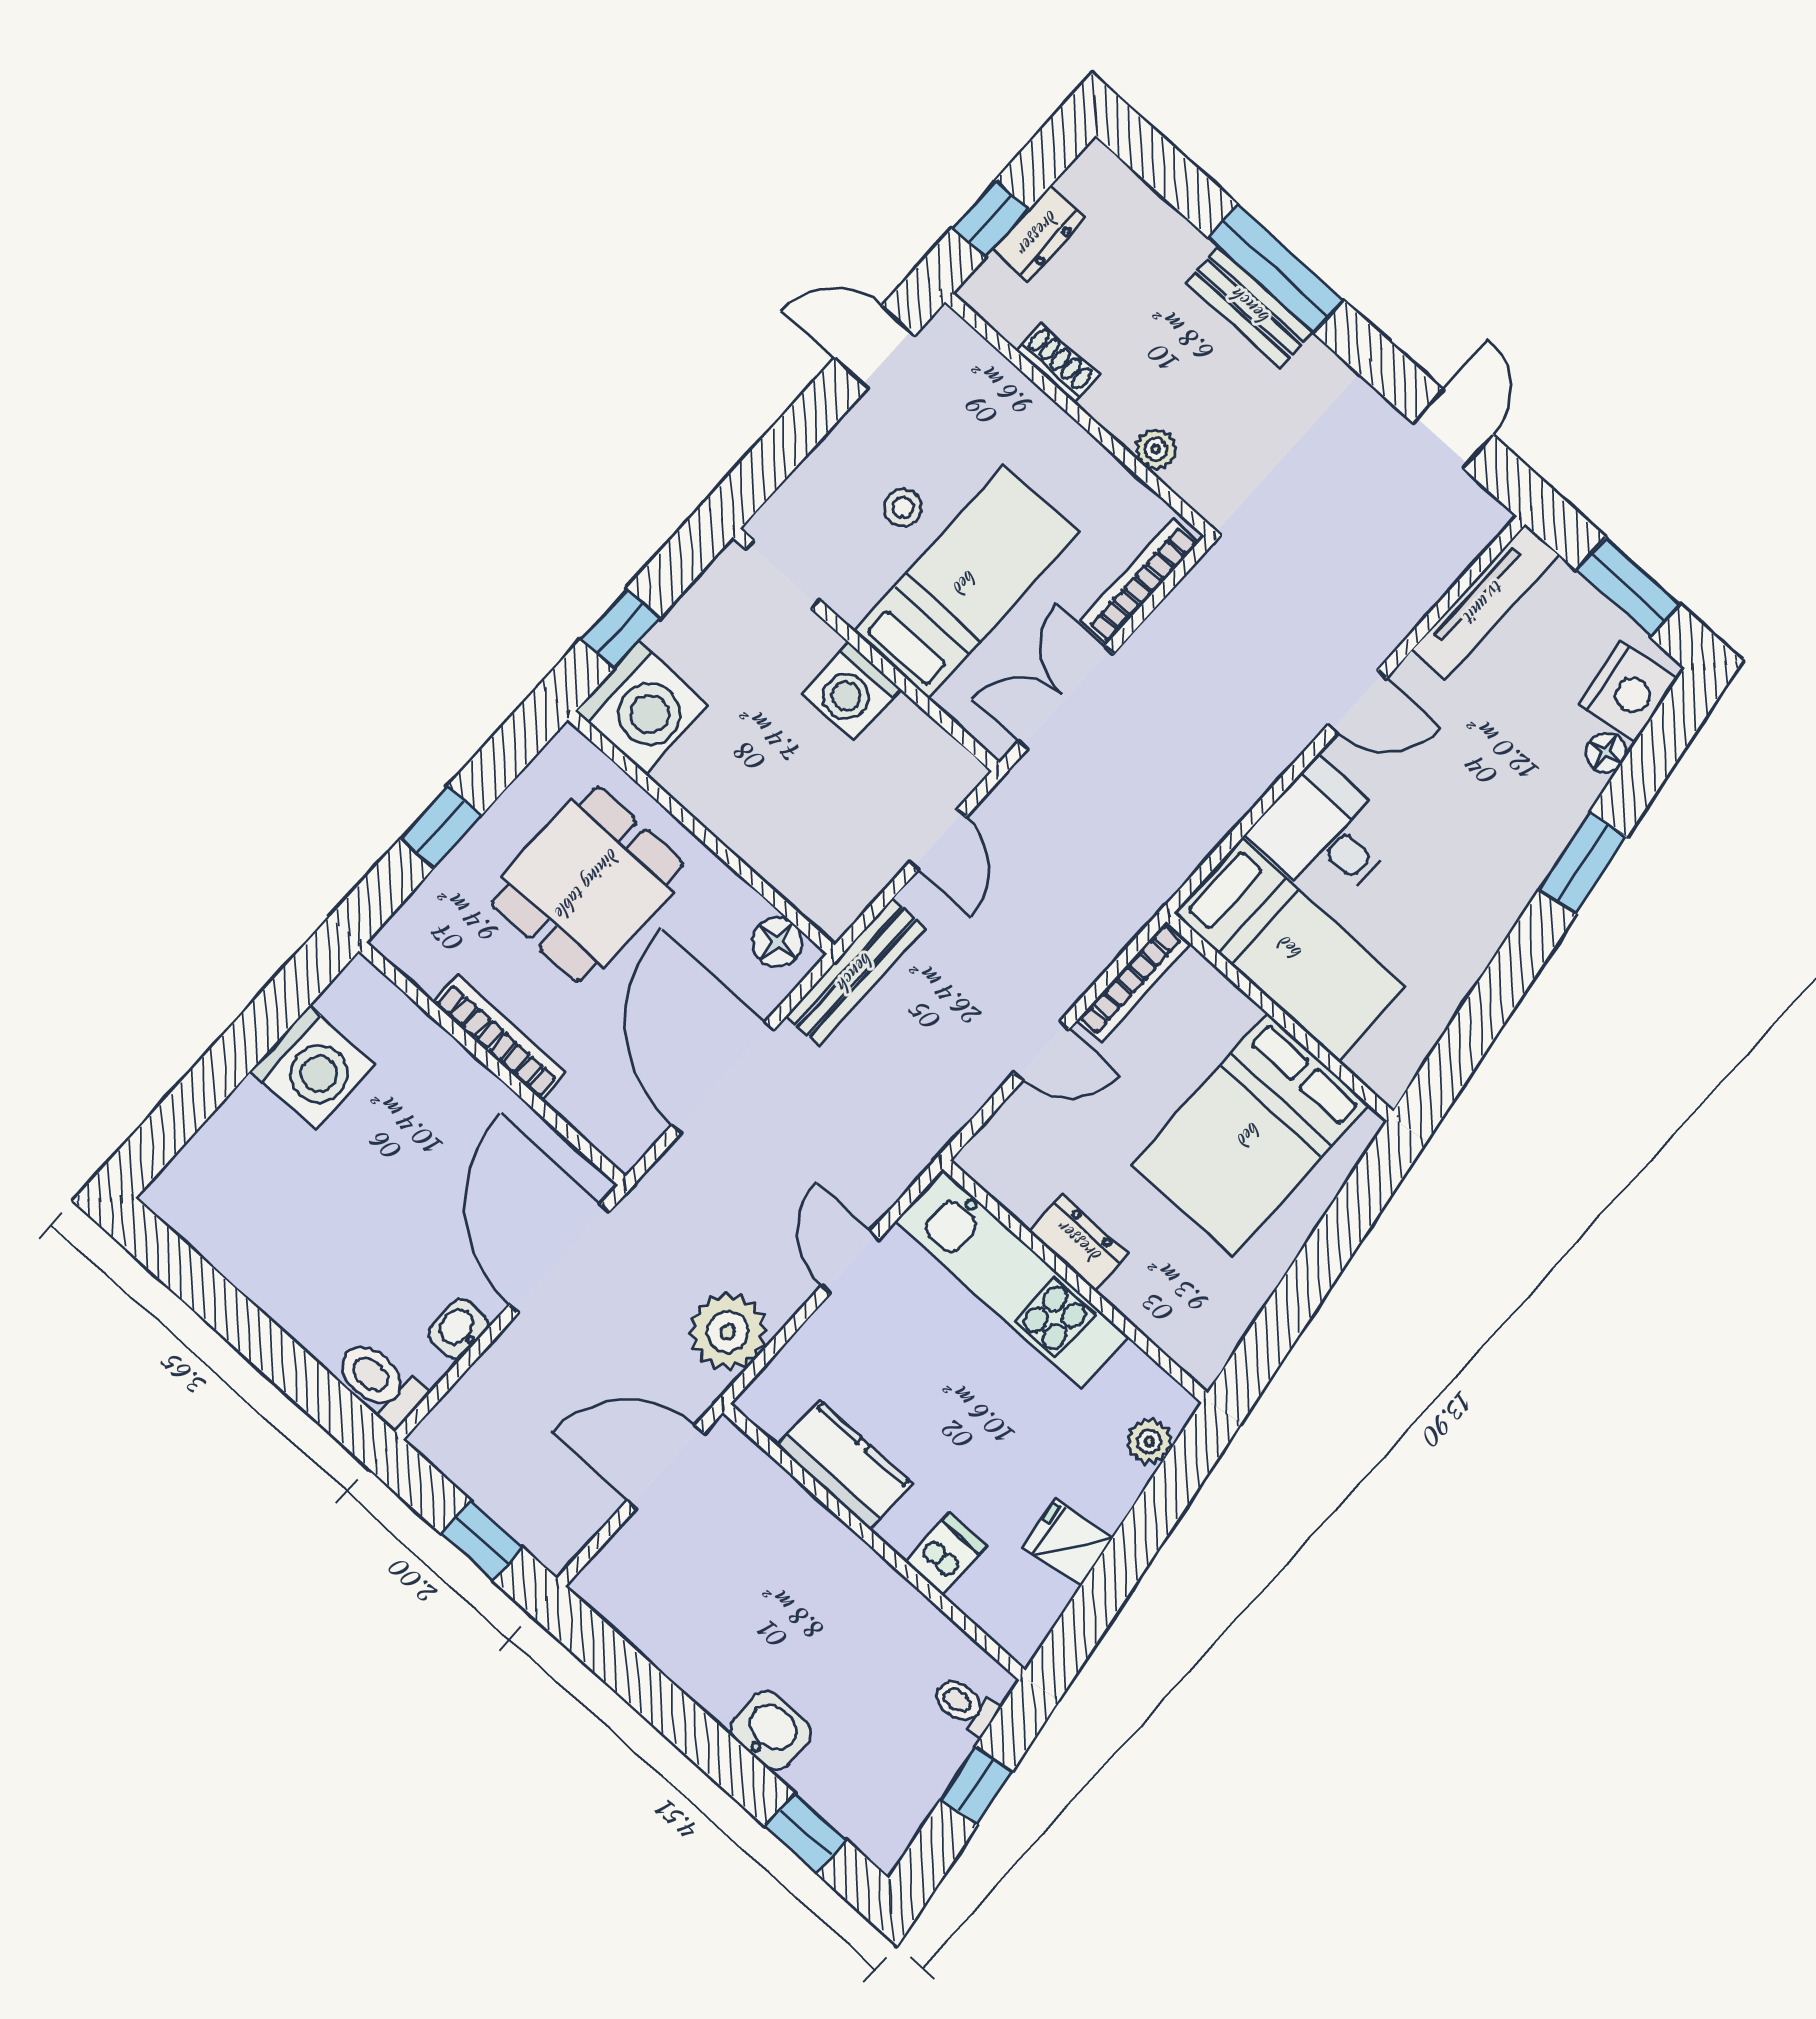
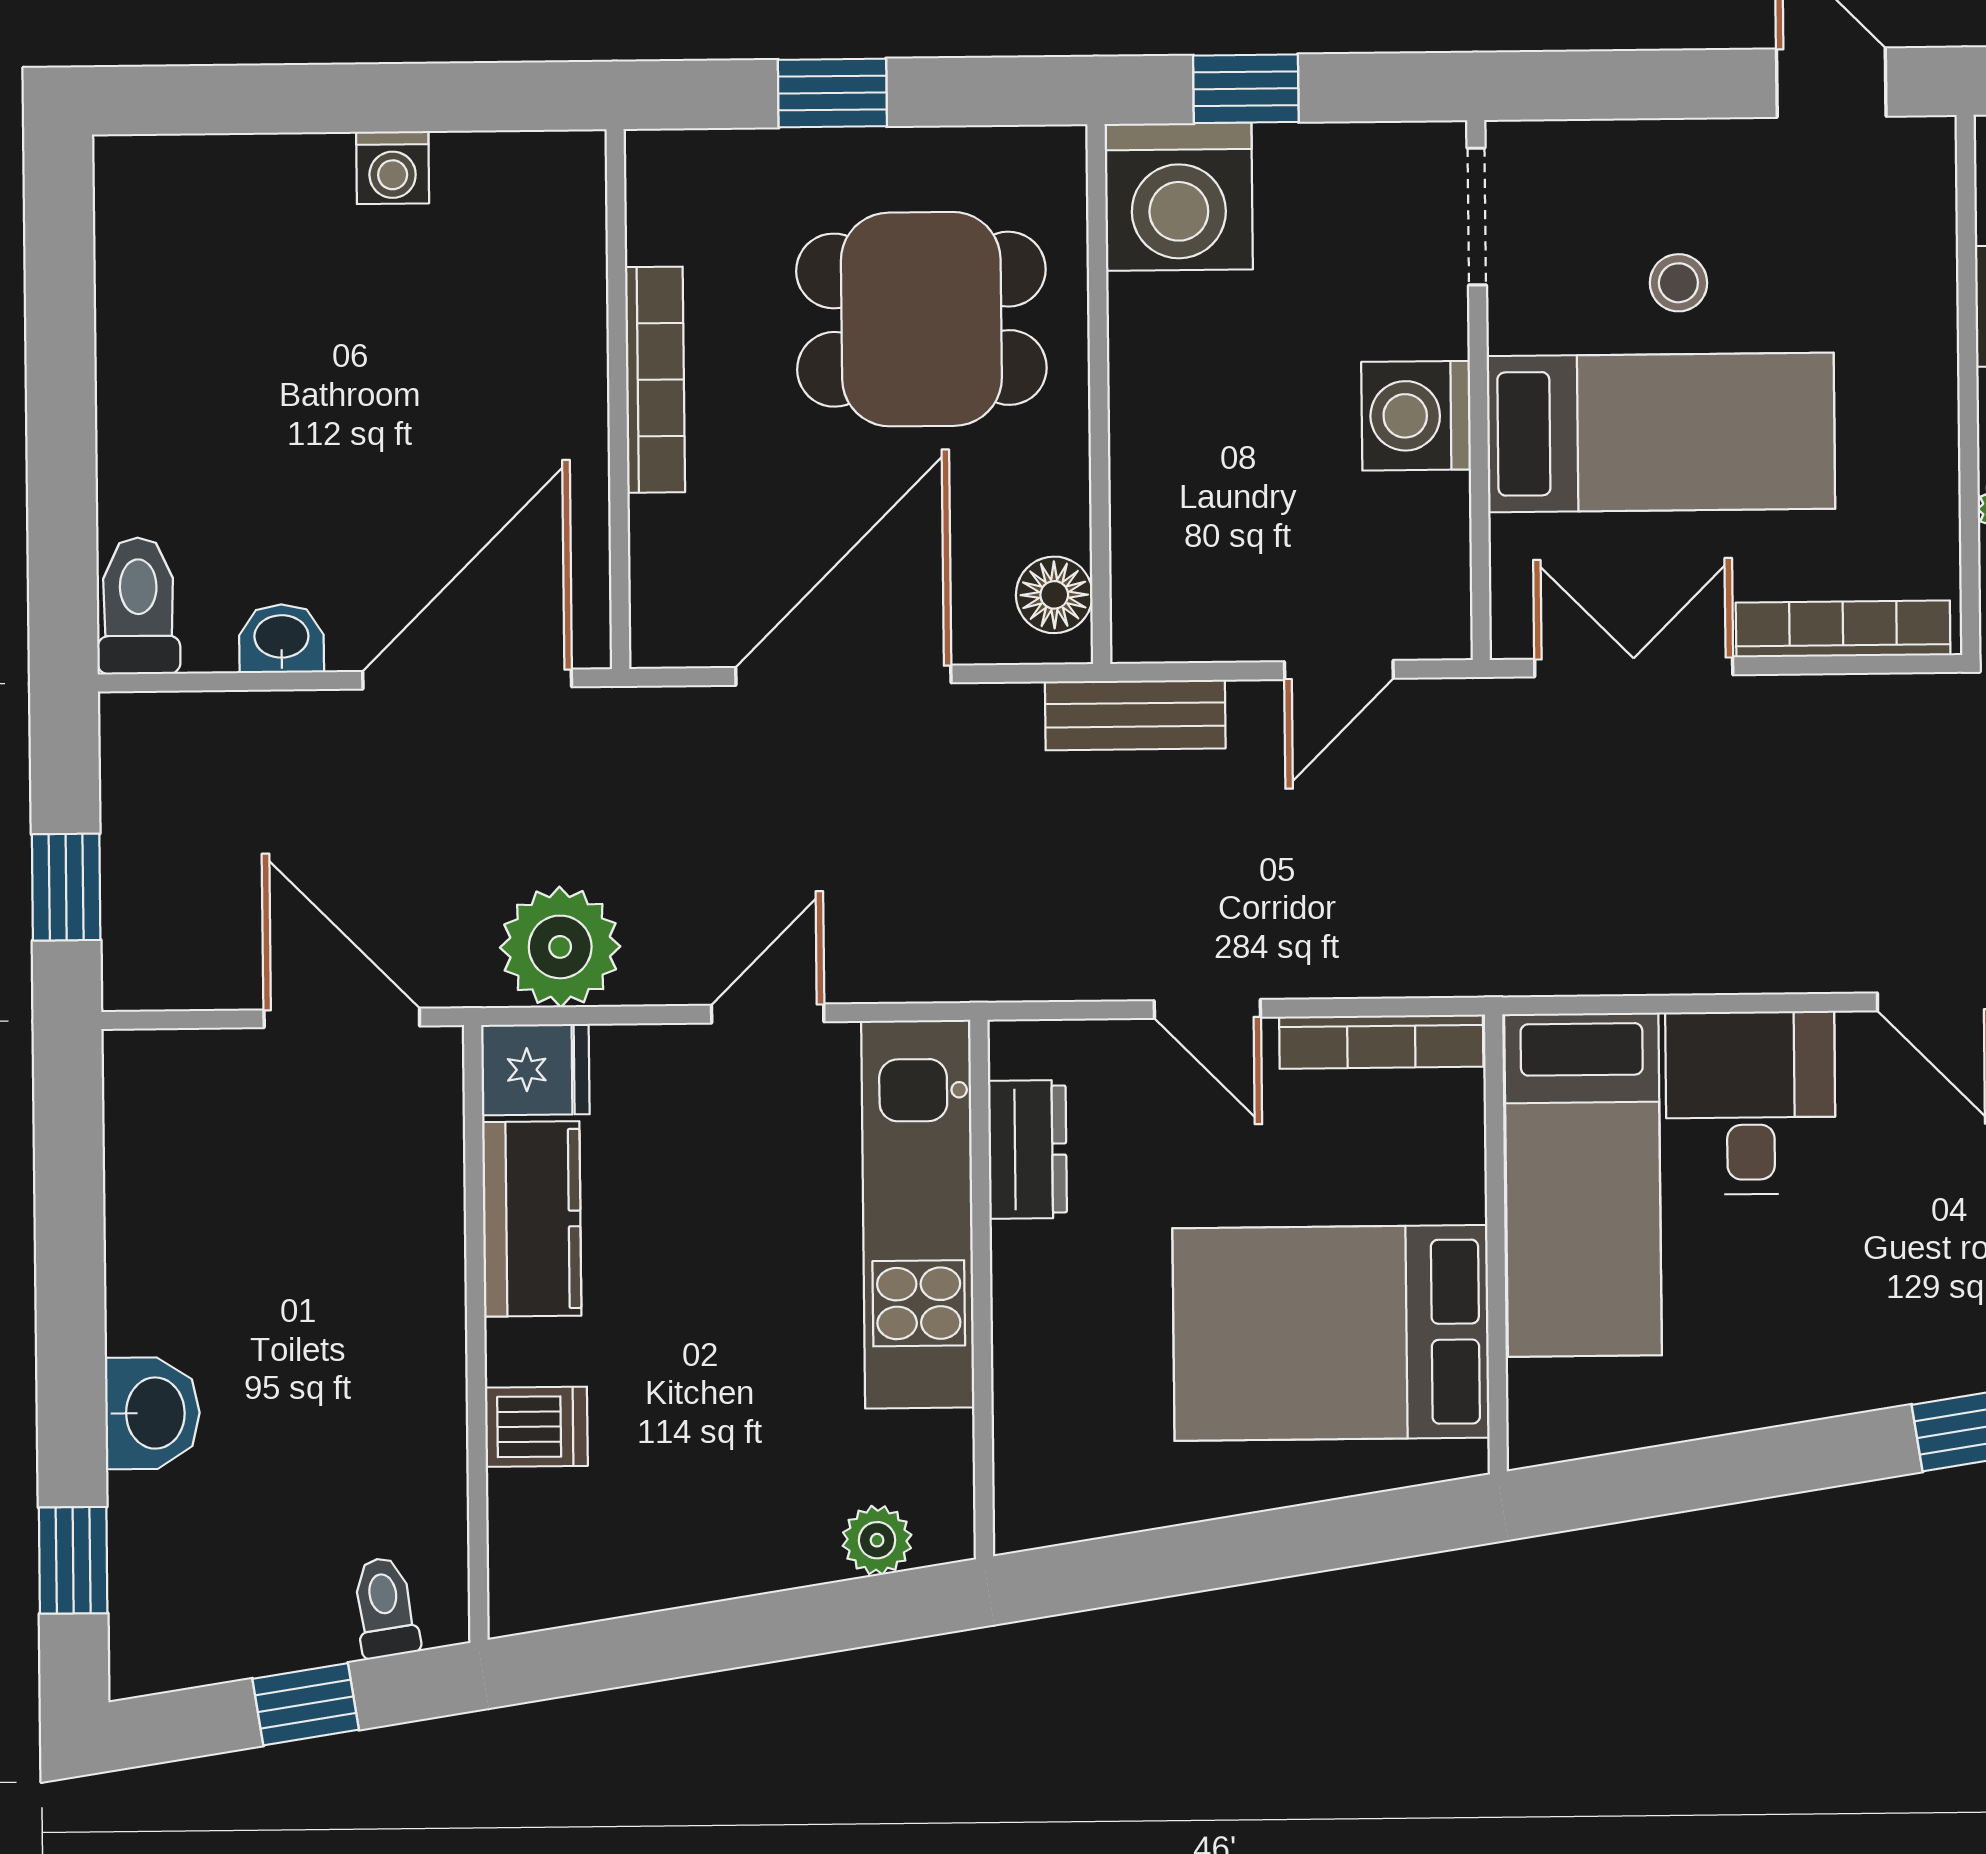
bench: (856, 972) -> (1135, 715), width x0.73
washing machine: (312, 1068) -> (393, 168), width x0.53, depth x0.53
dresser: (1079, 1243) -> (1027, 1149), moved
fridge: (1068, 1543) -> (535, 1070), moved, turned 99

